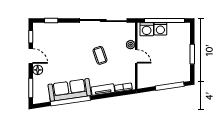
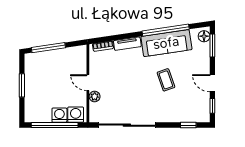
coffee table: (100, 55) -> (166, 80), moved
floor lamp: (38, 70) -> (204, 36), moved

